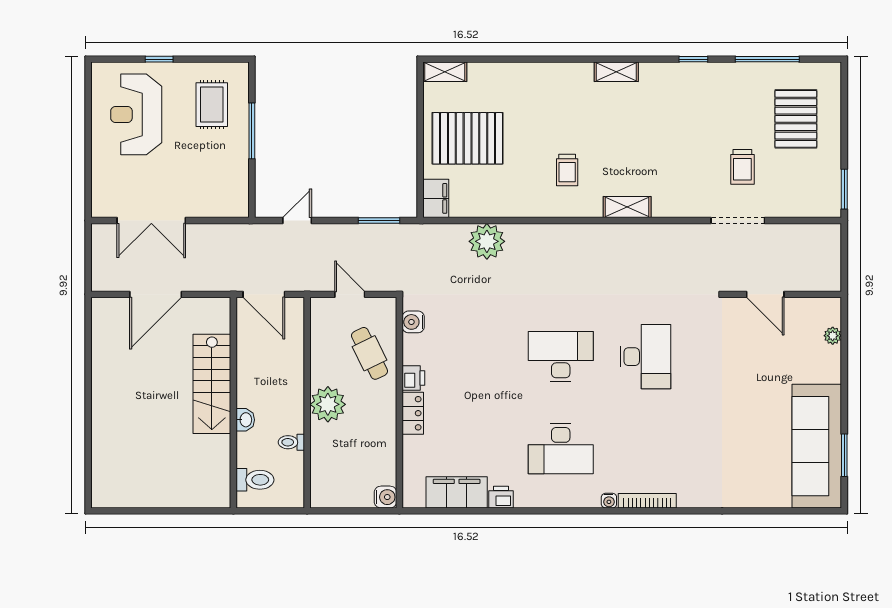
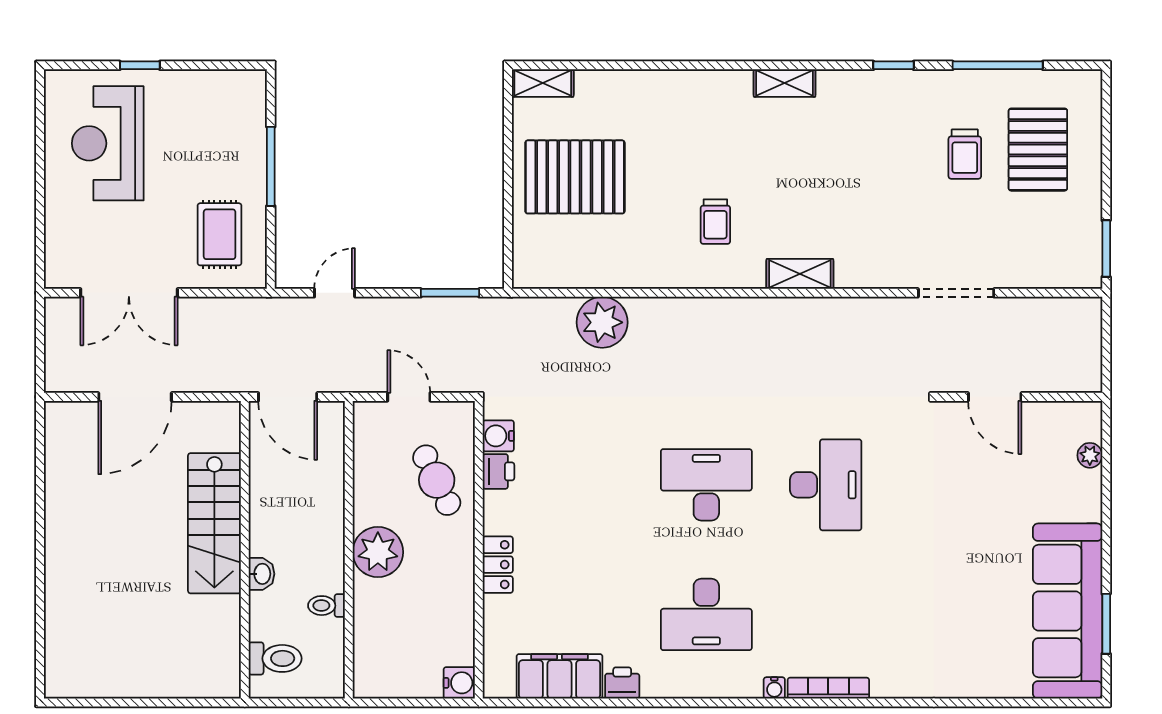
rug: (212, 105) -> (220, 234), moved
trolley: (742, 167) -> (965, 154), moved
filing cabinet: (436, 198) -> (530, 262), removed
printer: (413, 378) -> (498, 471), moved

